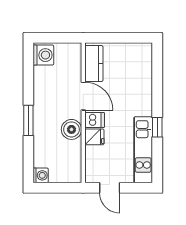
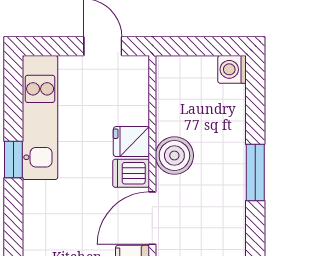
door: (83, 96) -> (152, 218), hinge flipped

